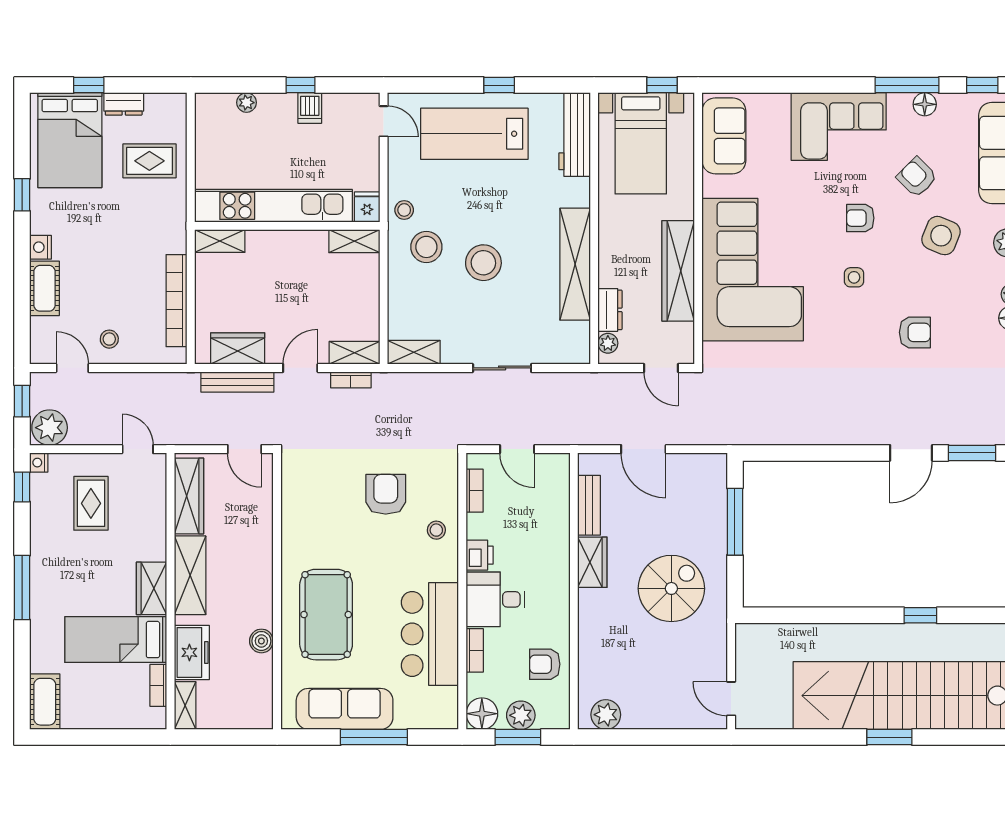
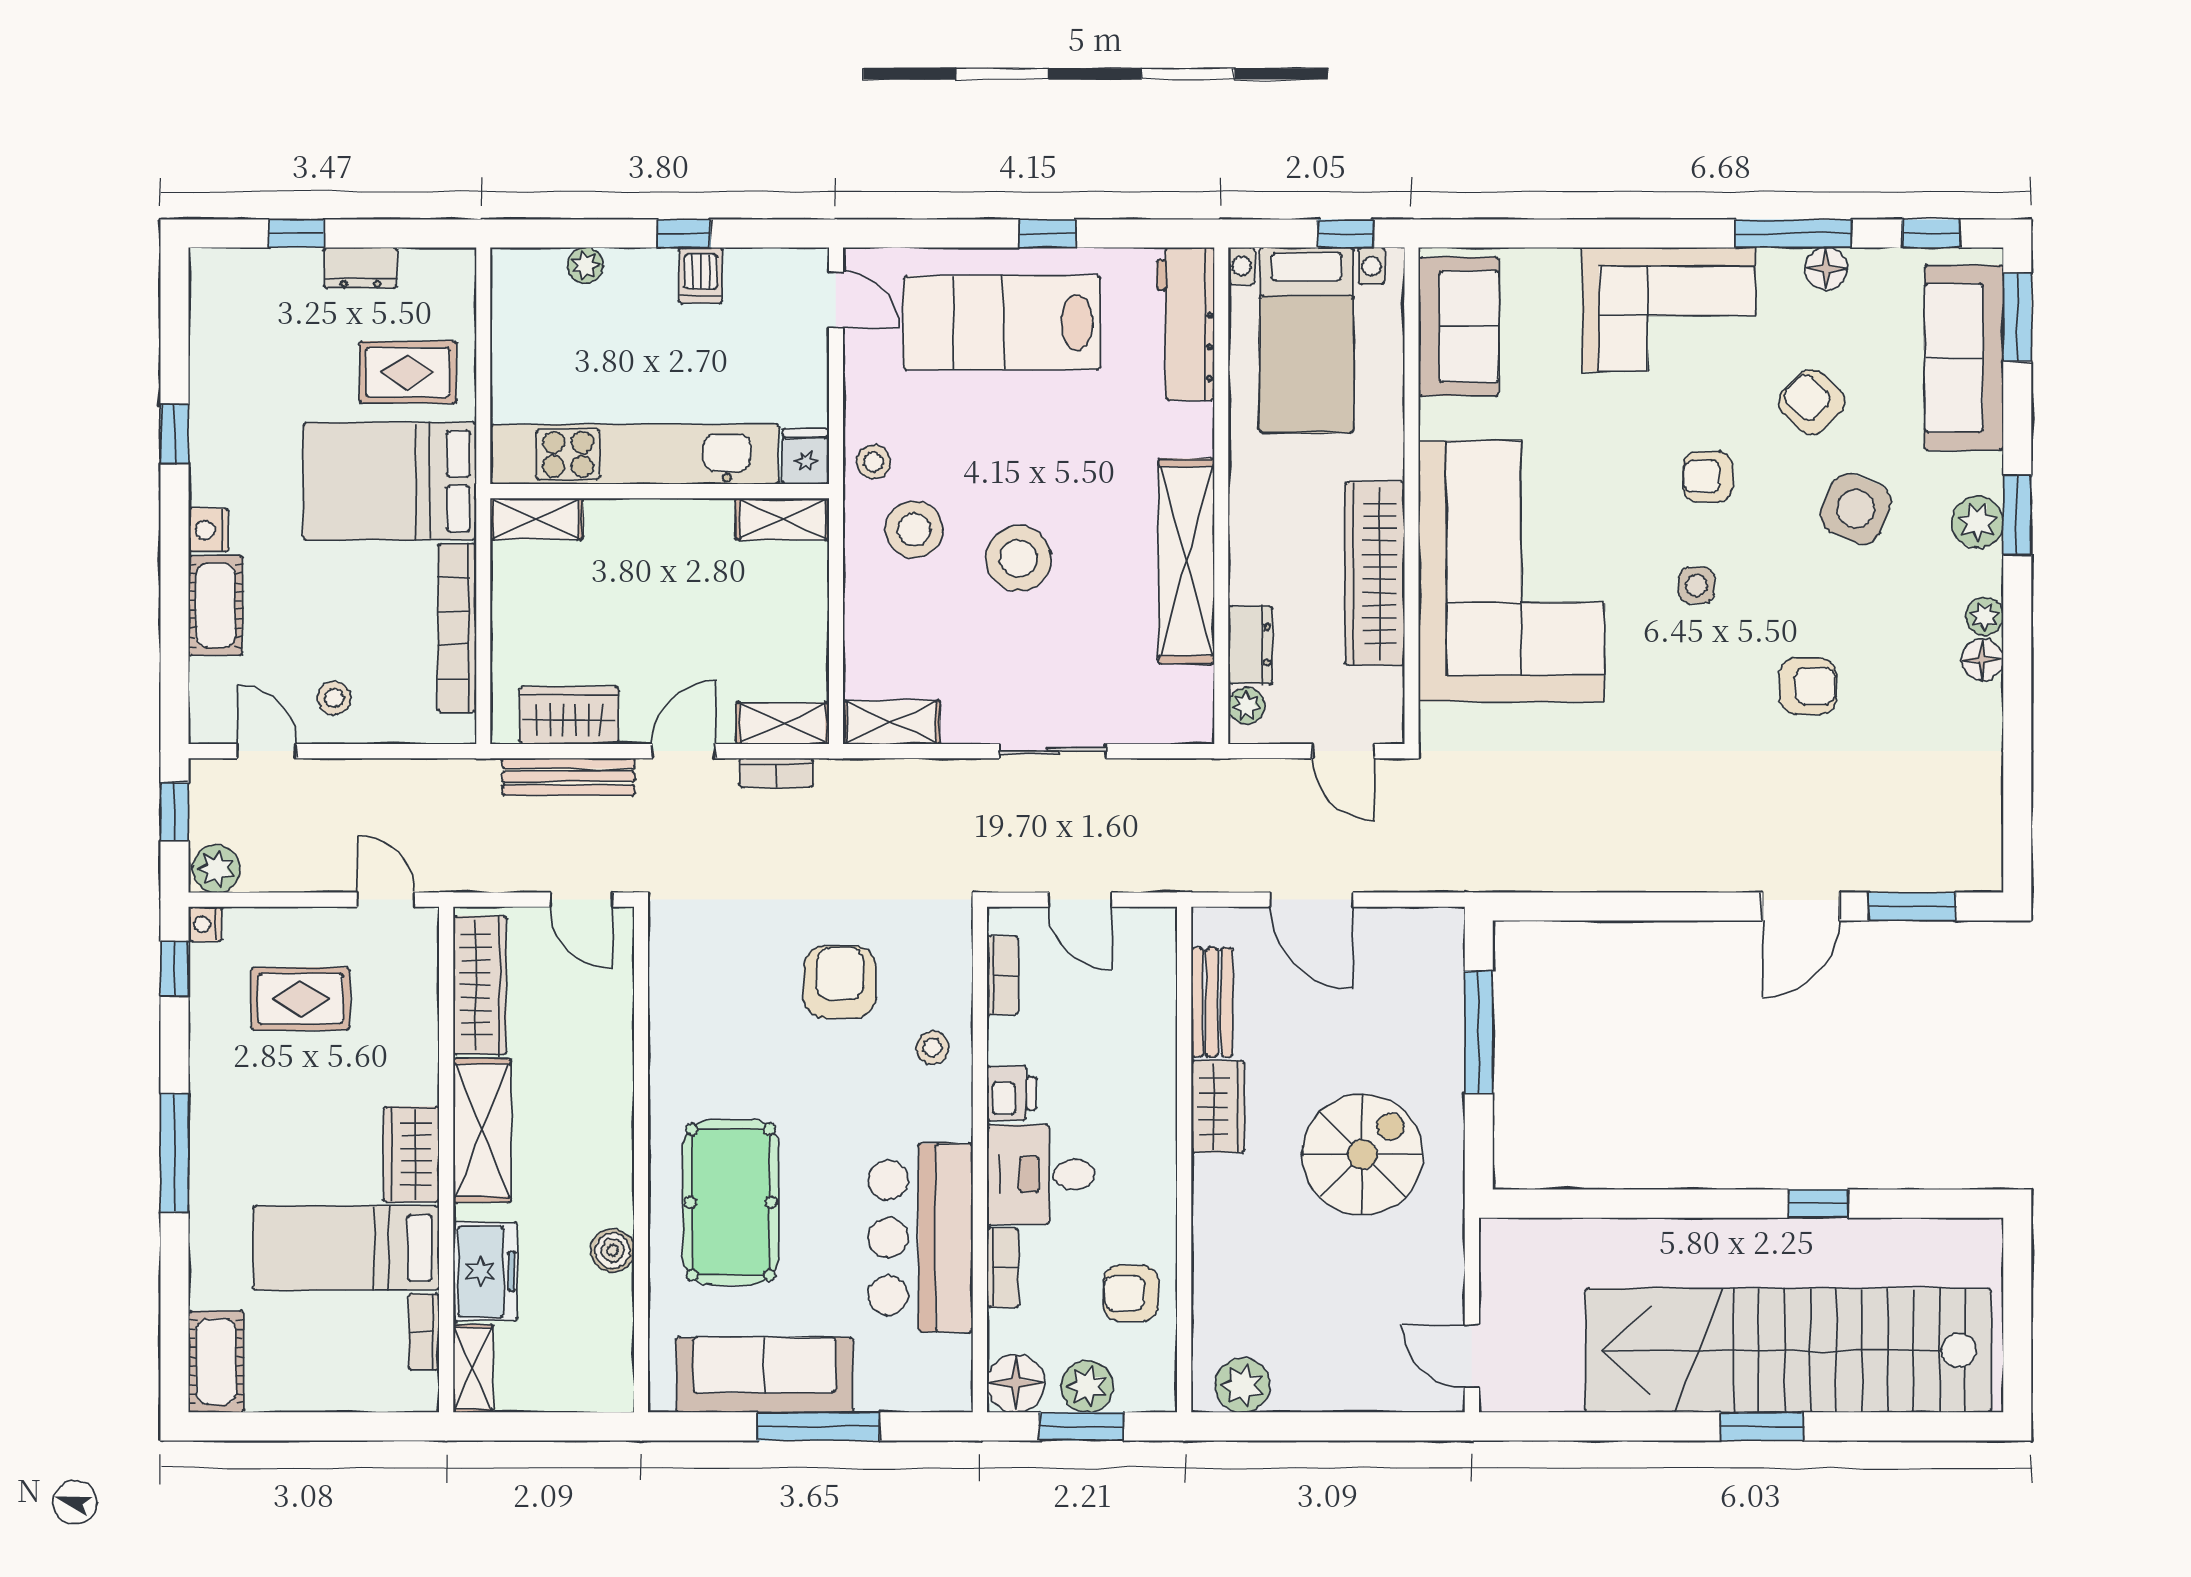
bed: (70, 140) -> (390, 481), moved, turned 90
plant: (50, 428) -> (216, 869), width x0.73, depth x0.73
rug: (91, 503) -> (301, 999), turned 90

